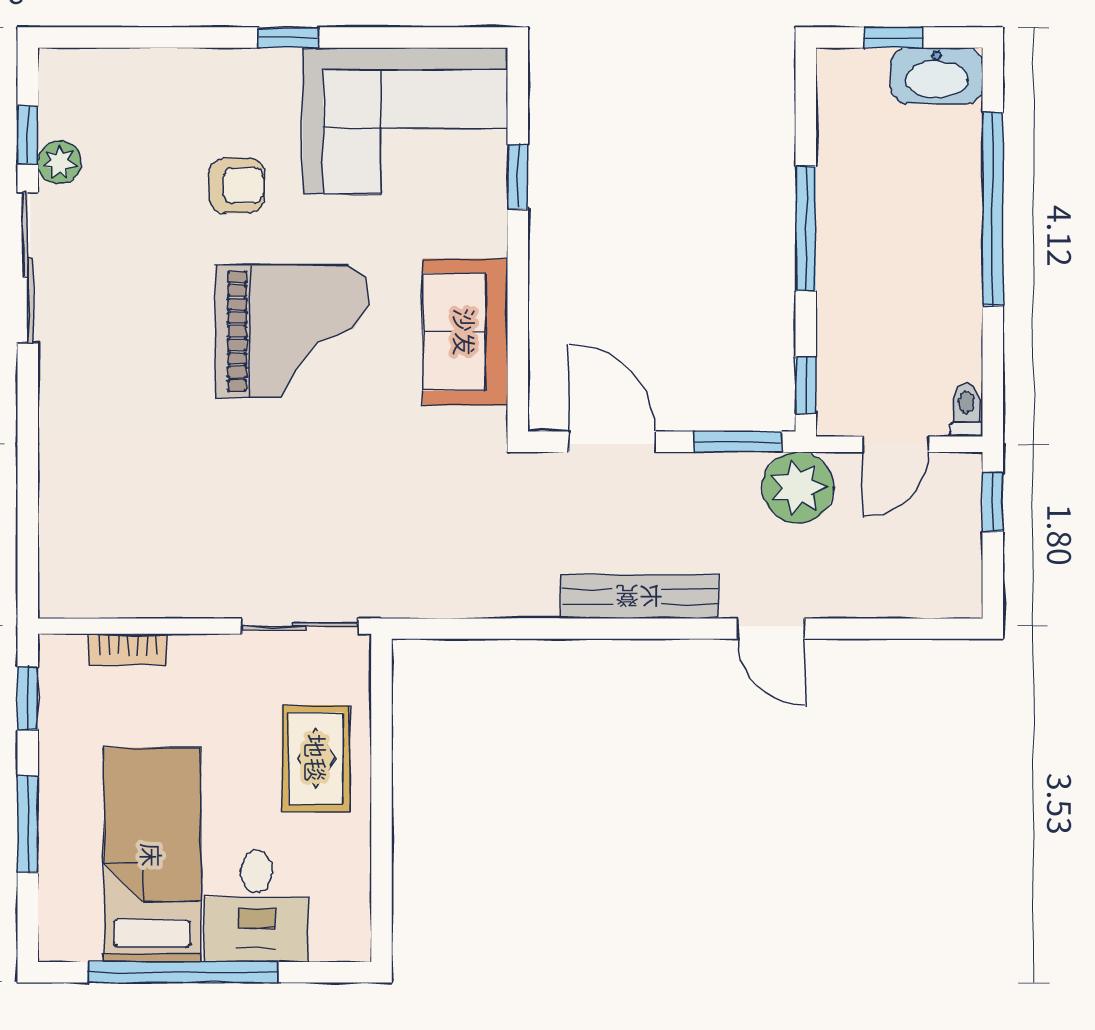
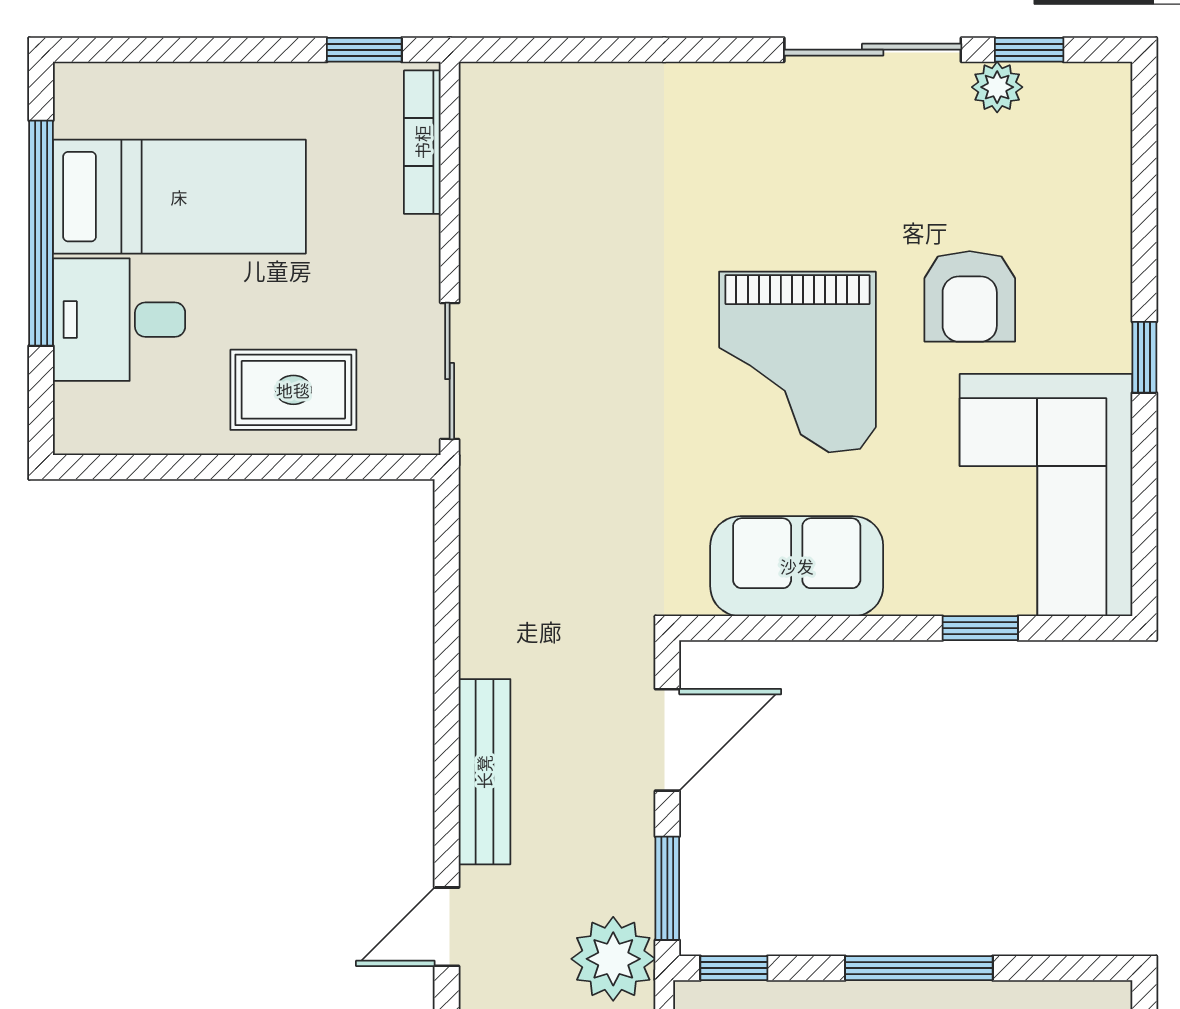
armchair: (237, 185) -> (970, 296), width x1.38, depth x1.38
bookcase: (128, 649) -> (422, 142), width x1.56
window: (28, 824) -> (216, 50), removed

